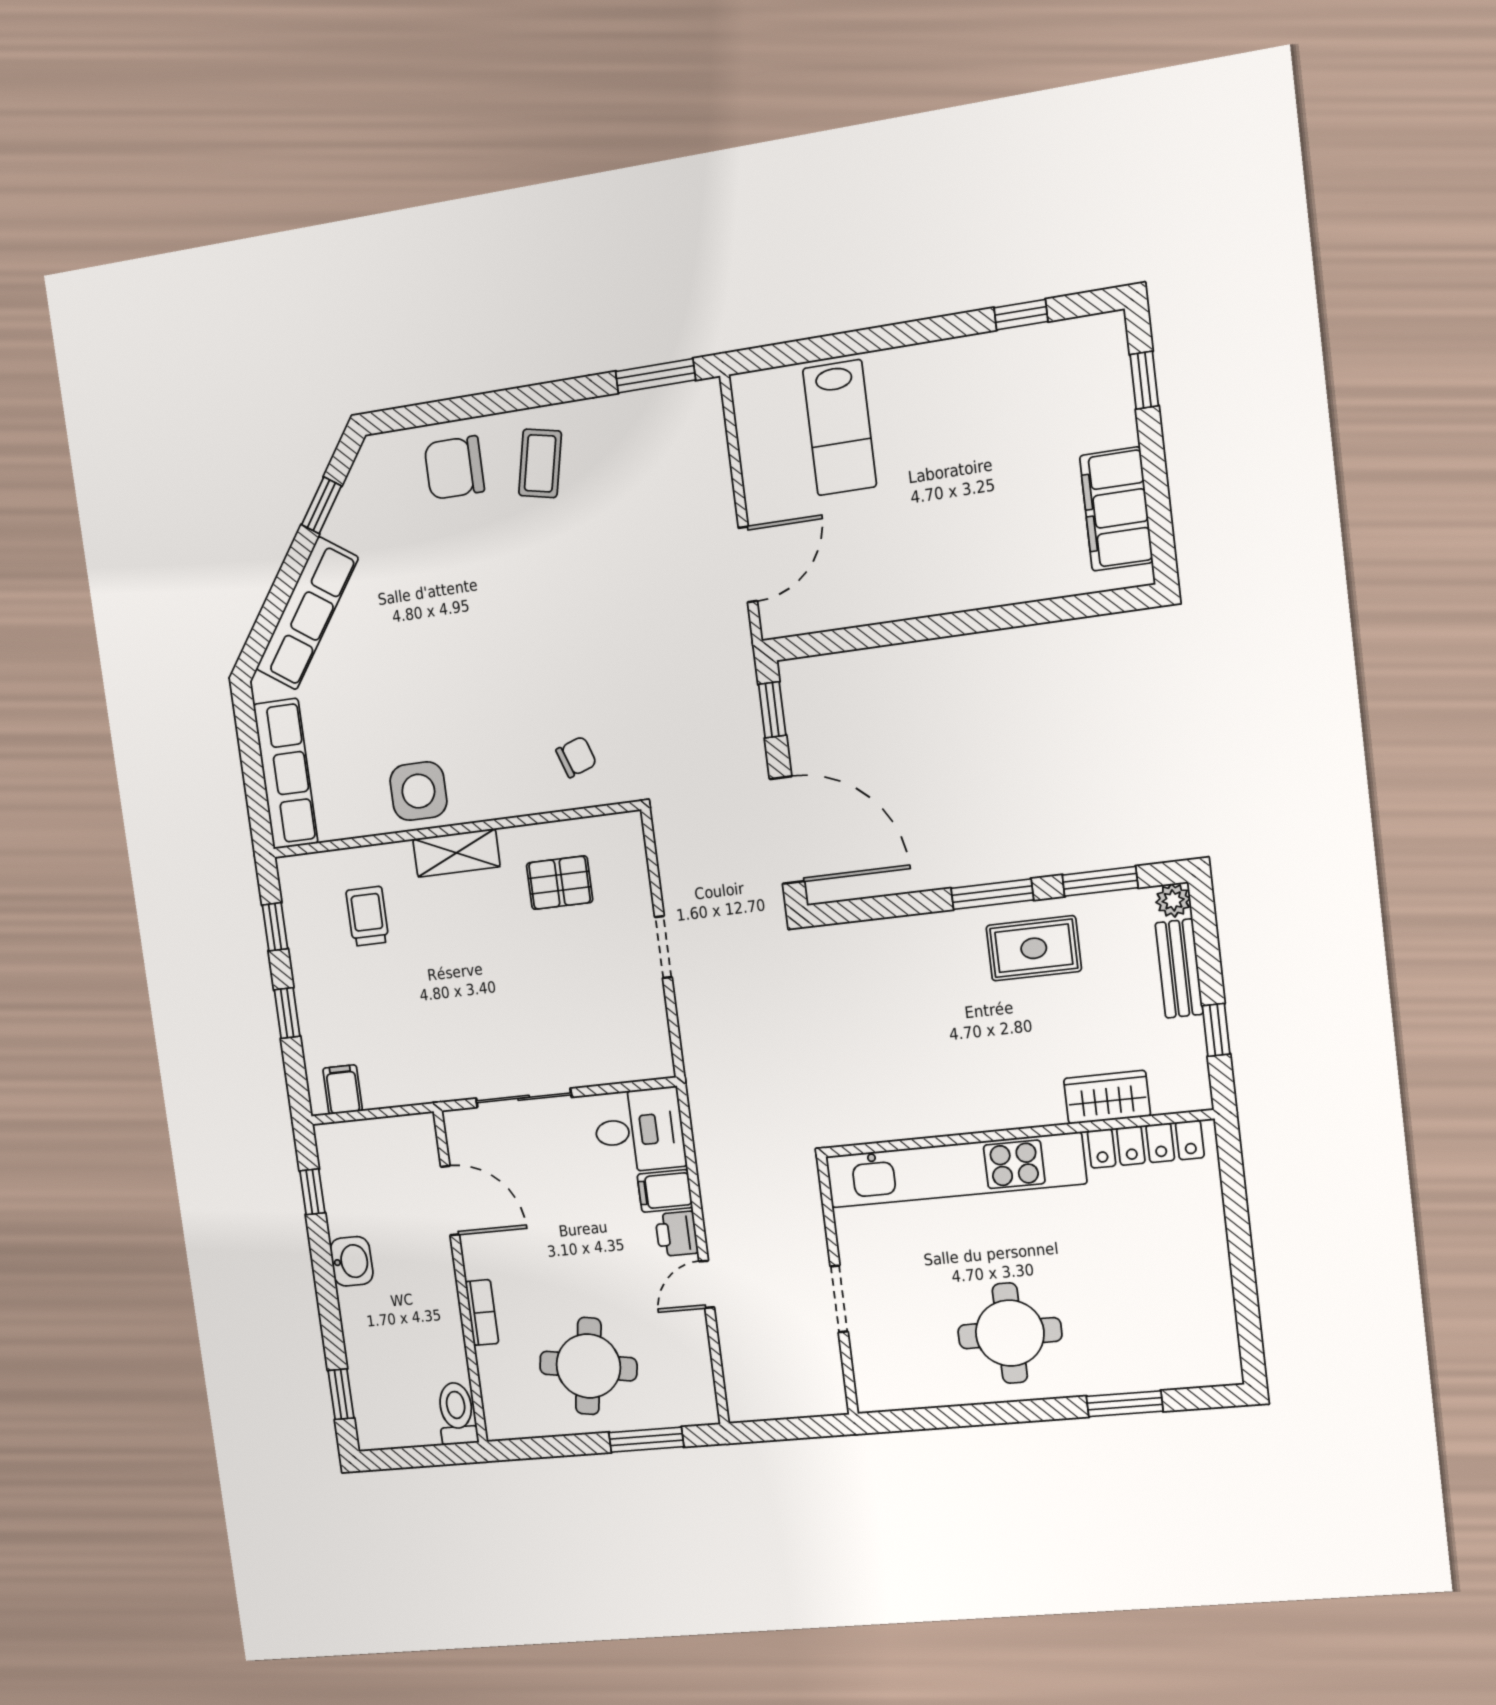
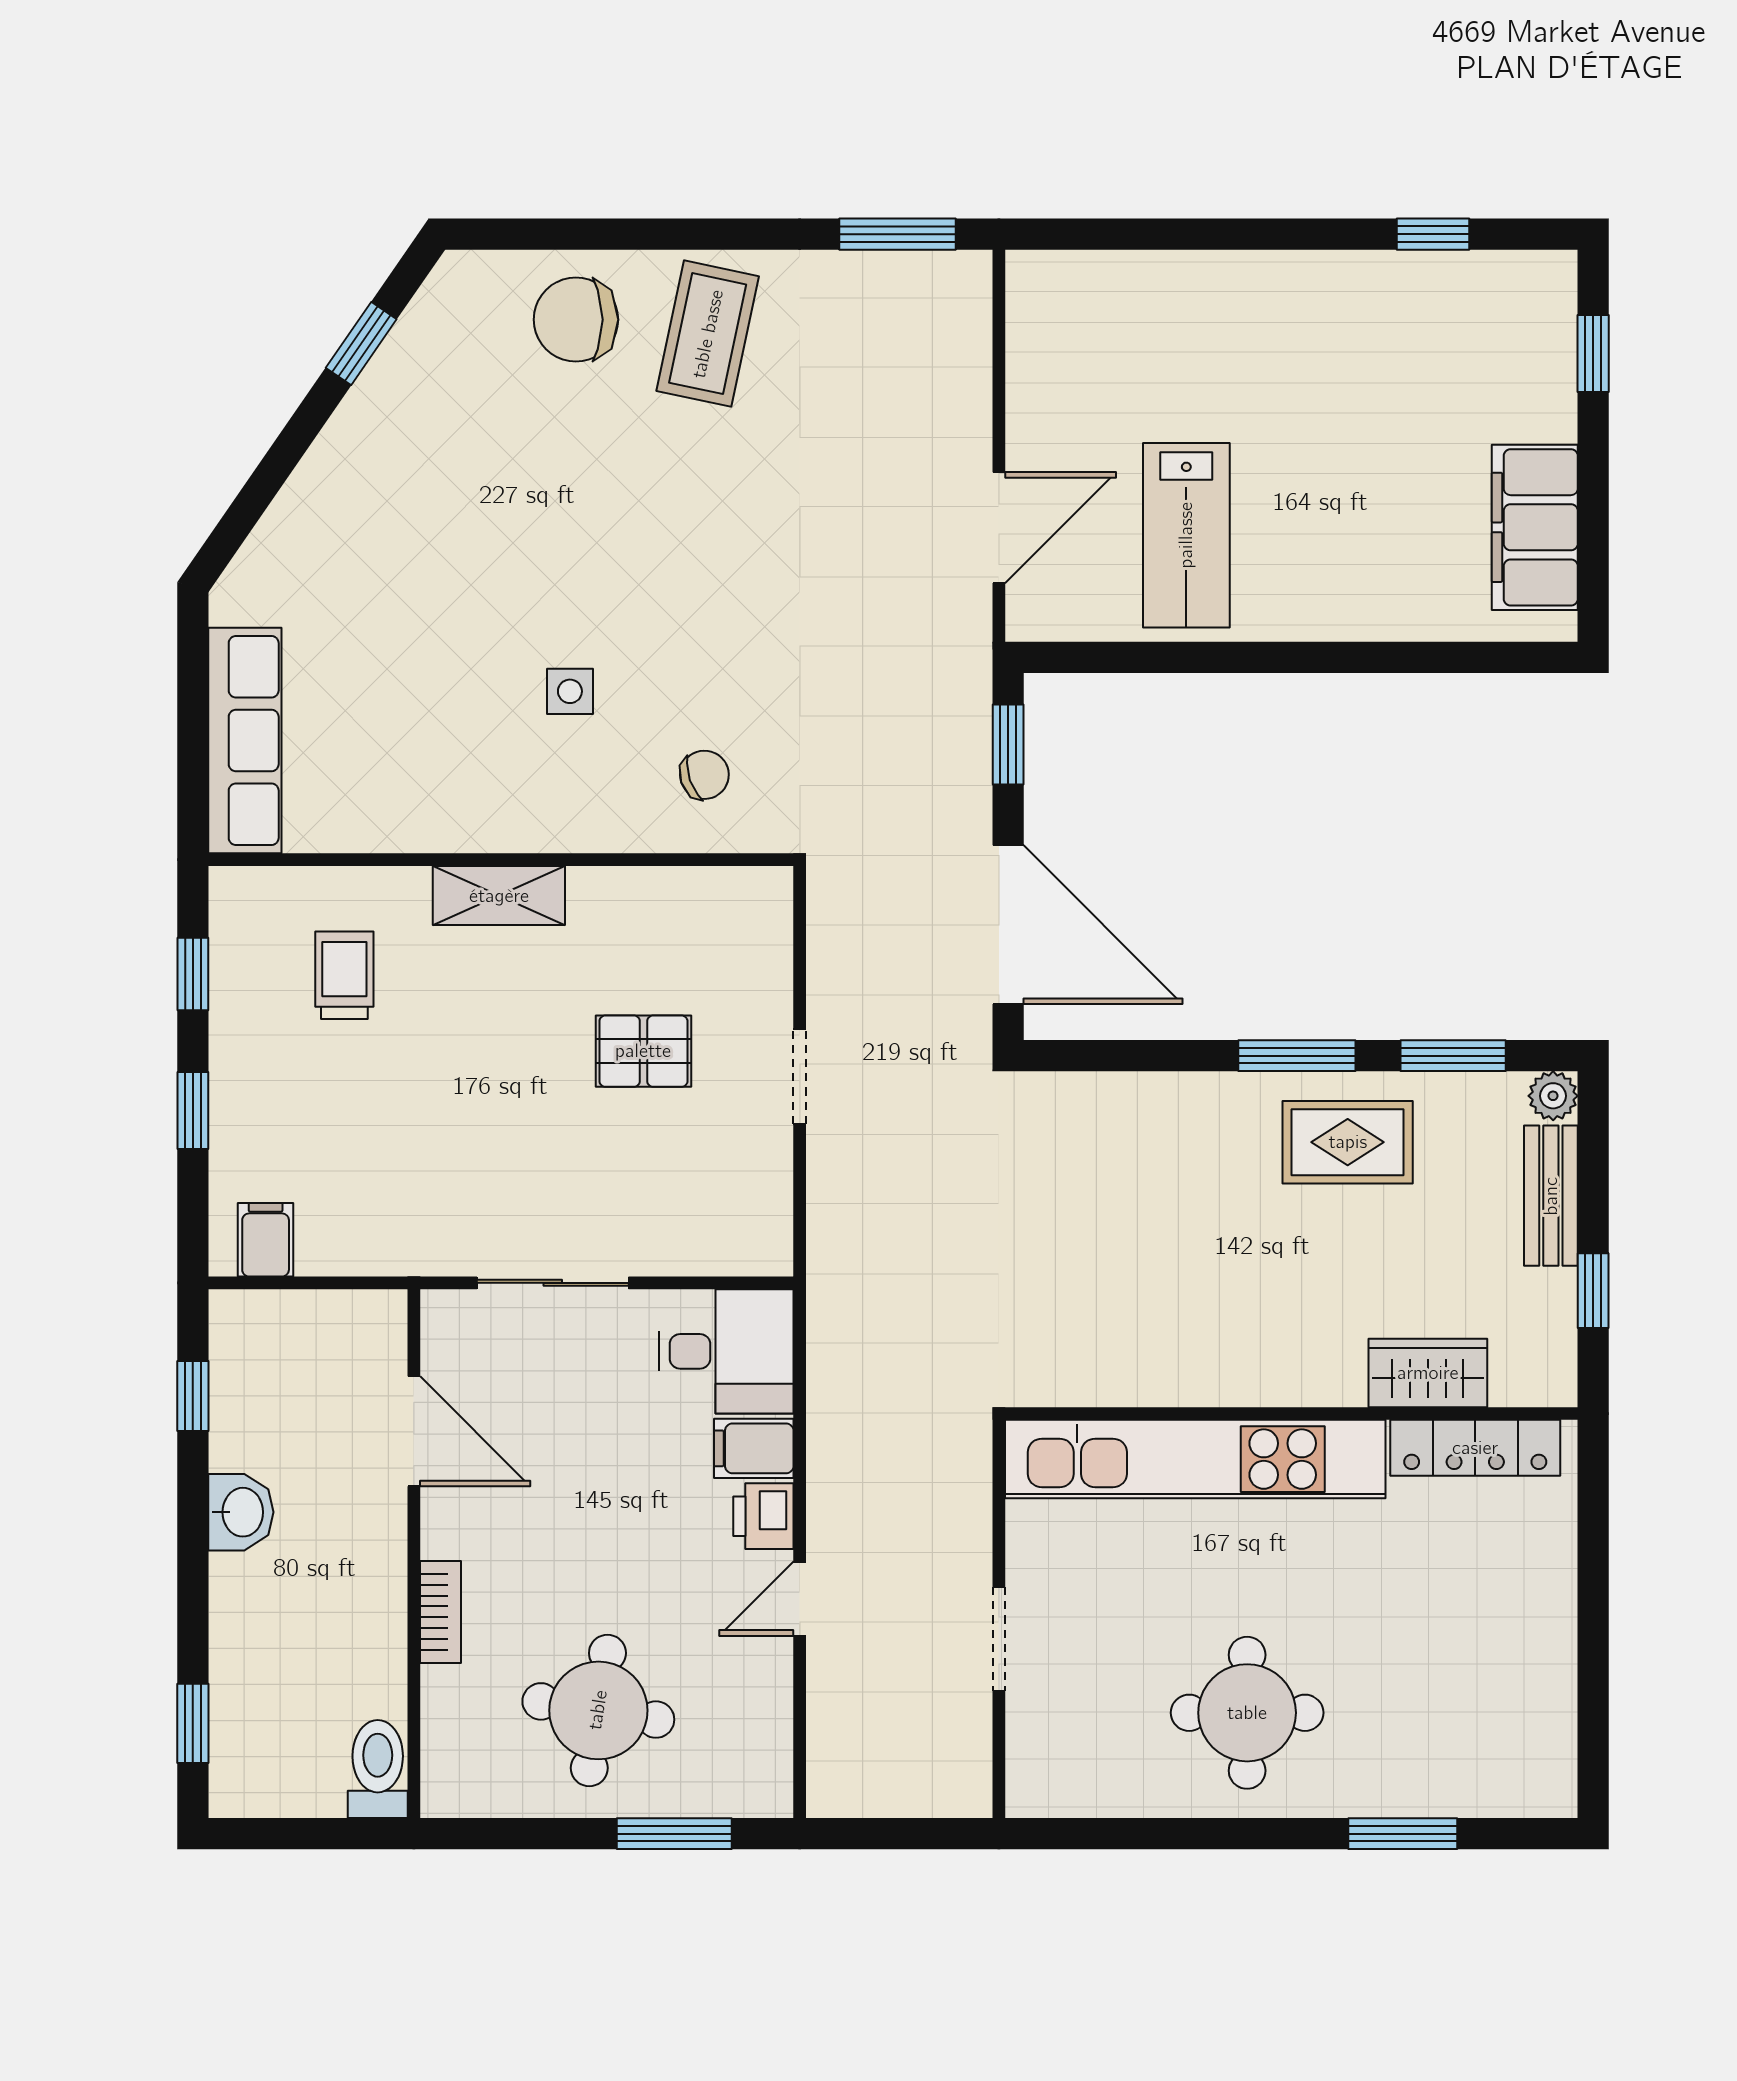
lab bench: (840, 428) -> (1186, 535), moved
coffee table: (540, 463) -> (708, 334), width x1.36, depth x1.30
row of seats: (307, 613) -> (315, 502), removed
side table: (418, 791) -> (570, 691), moved, width x0.54, depth x0.54
pallet: (560, 883) -> (643, 1051), moved

